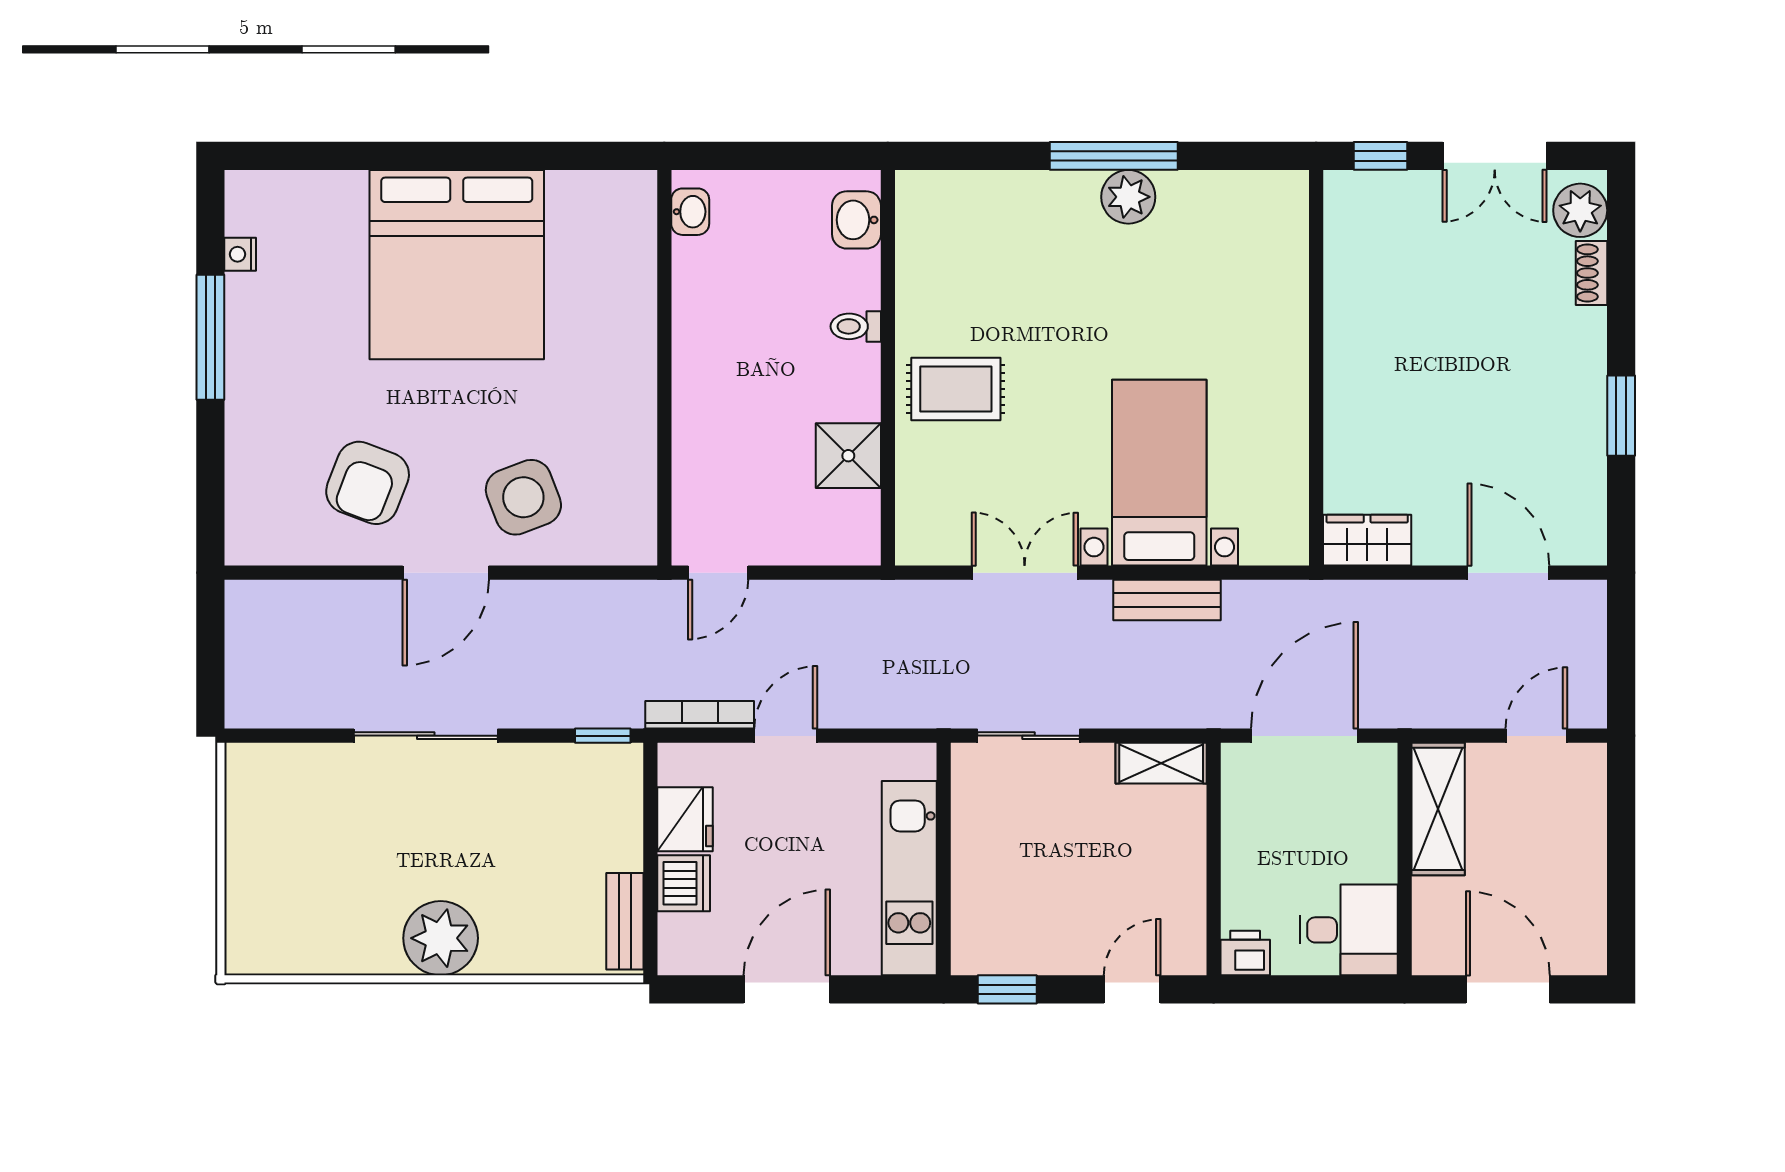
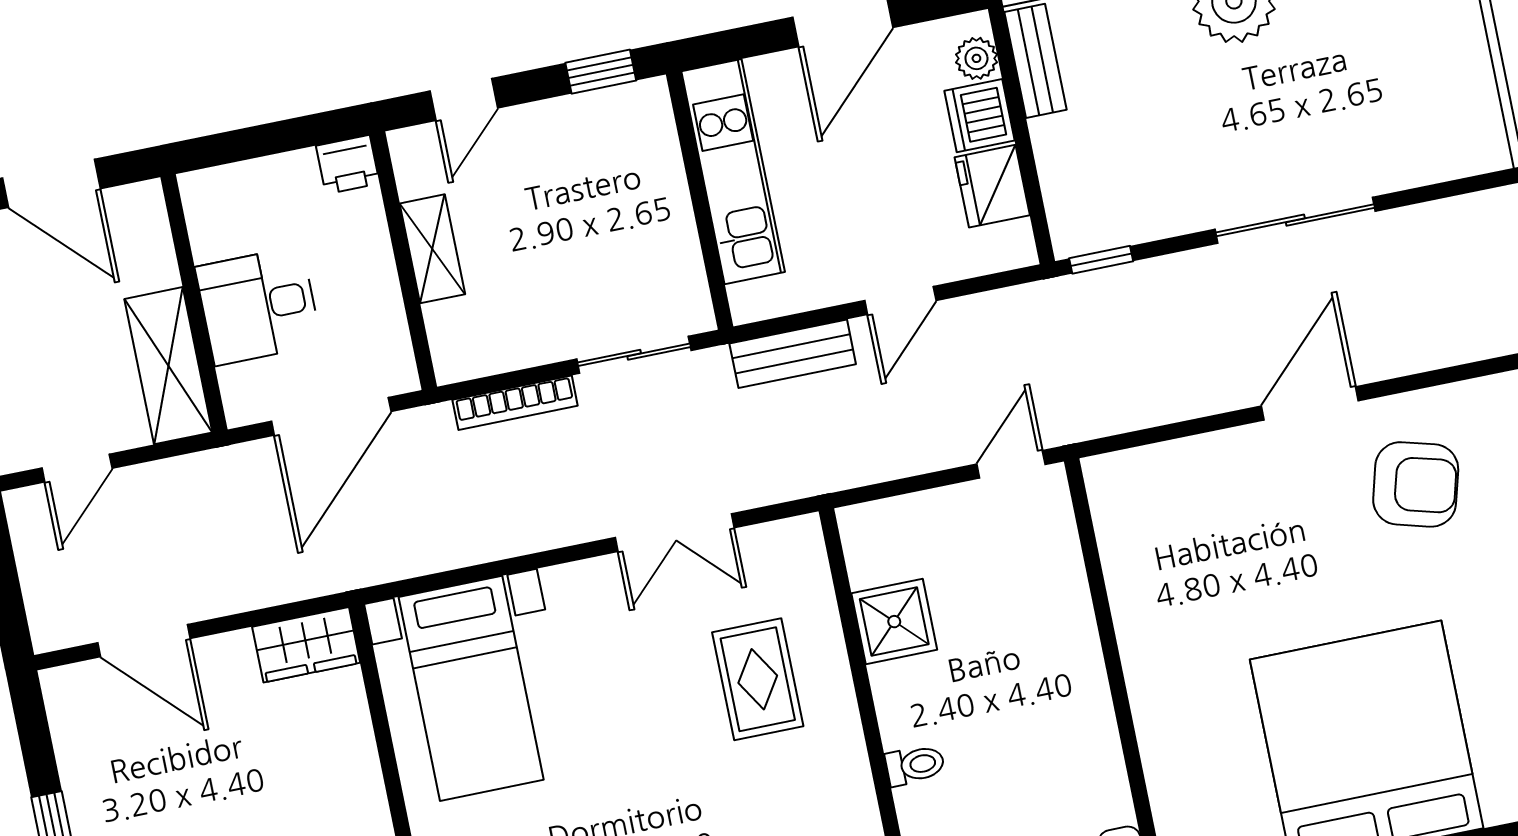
rug: (956, 389) -> (758, 679), moved, turned 90
bed with nightstands: (1159, 473) -> (471, 688), moved
armchair: (368, 483) -> (1416, 484), turned 84
side table: (523, 497) -> (1241, 503), removed
bench: (1167, 600) -> (793, 354), moved
bookcase: (700, 715) -> (515, 403), moved
shelving: (1161, 763) -> (432, 249), moved, turned 90
desk: (1349, 930) -> (258, 306), moved
plant: (676, 934) -> (976, 58), added

